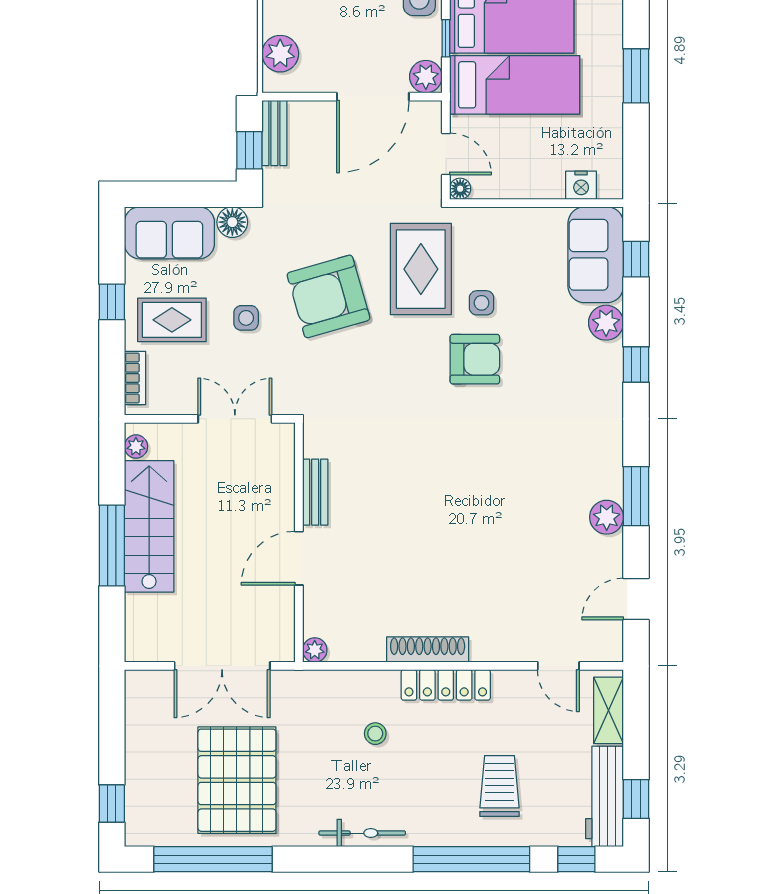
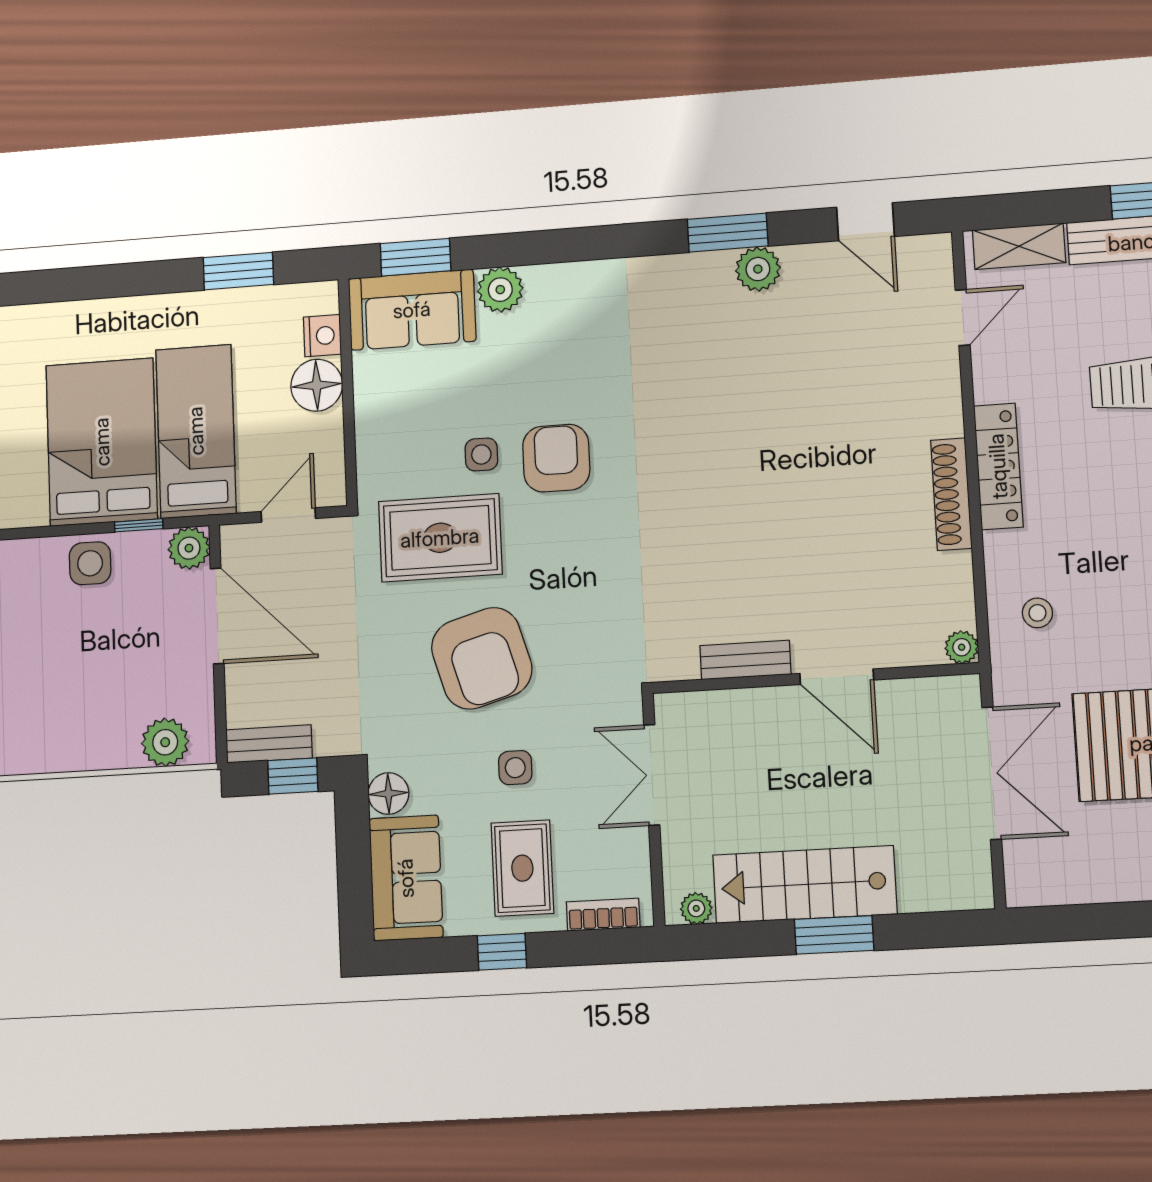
window: (636, 76) -> (238, 271), moved
floor lamp: (460, 189) -> (317, 385), moved, width x1.89, depth x1.89
window: (636, 259) -> (416, 257), width x1.50
window: (636, 364) -> (553, 246), removed
window: (112, 546) -> (834, 935), width x0.69
stool: (375, 734) -> (1037, 613), moved

